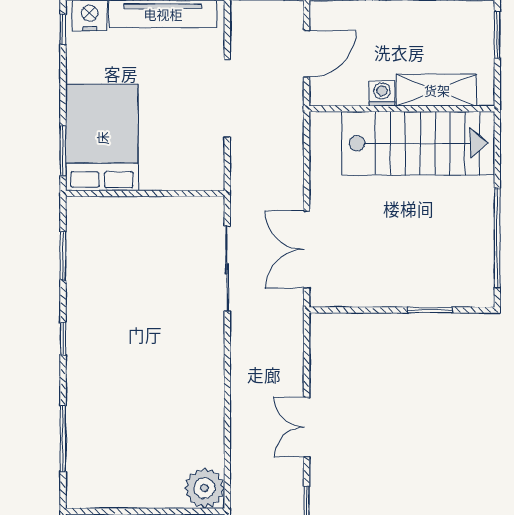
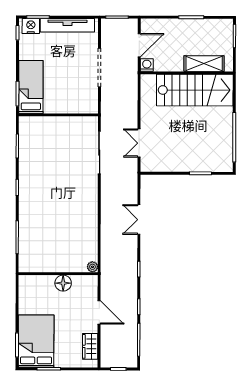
washing machine: (382, 93) -> (147, 65), moved
bed: (102, 138) -> (31, 87), width x0.67
double door: (307, 249) -> (139, 143), width x0.73
double door: (307, 427) -> (139, 220), moved
plant: (205, 488) -> (92, 267), width x0.53, depth x0.53

